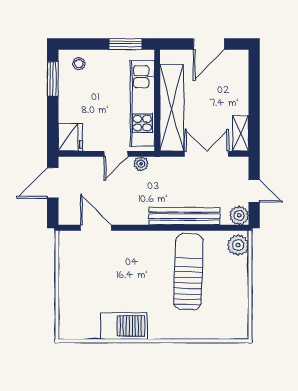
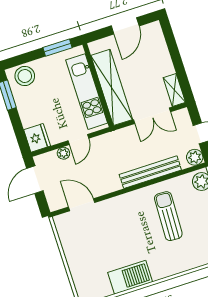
stool: (79, 64) -> (25, 76), width x1.89, depth x1.89
double door: (207, 154) -> (152, 116), swing flipped
plant: (141, 164) -> (63, 153), moved
sun lounger: (188, 272) -> (168, 216), width x0.73, depth x0.75

